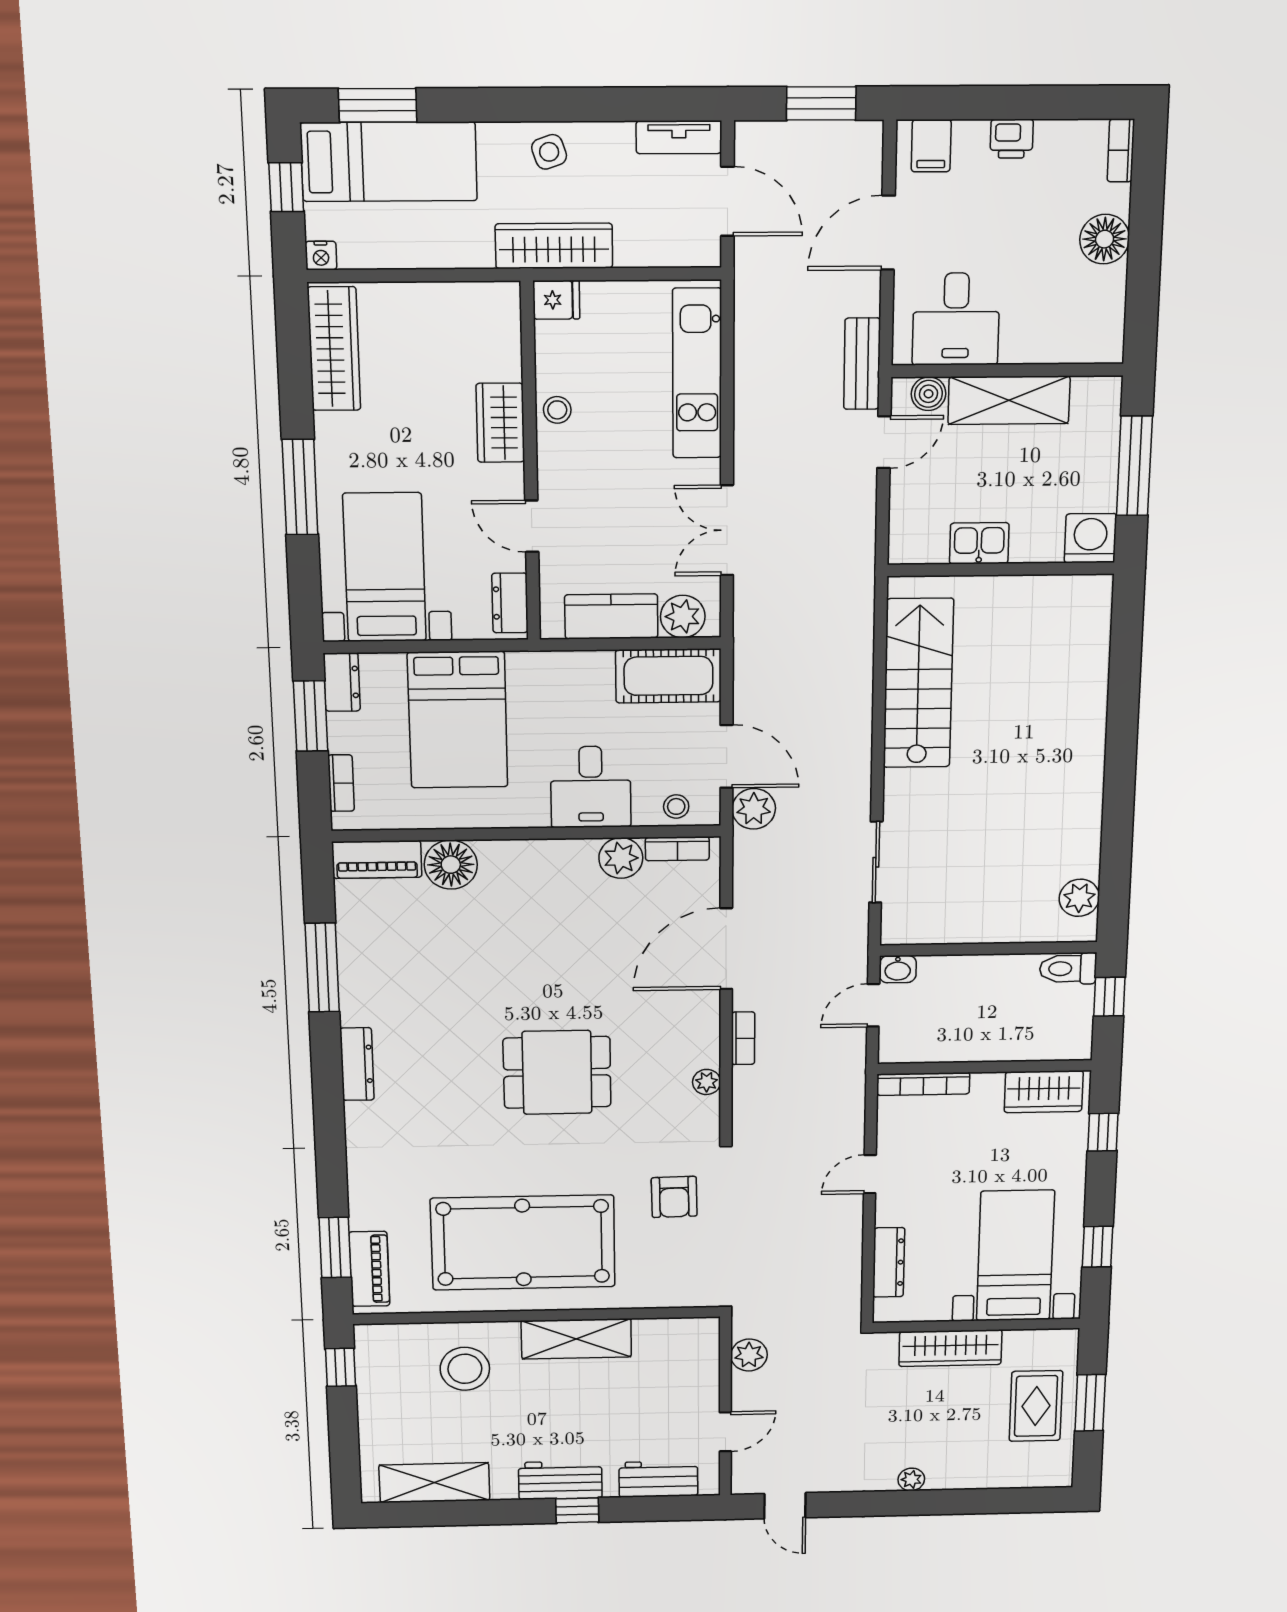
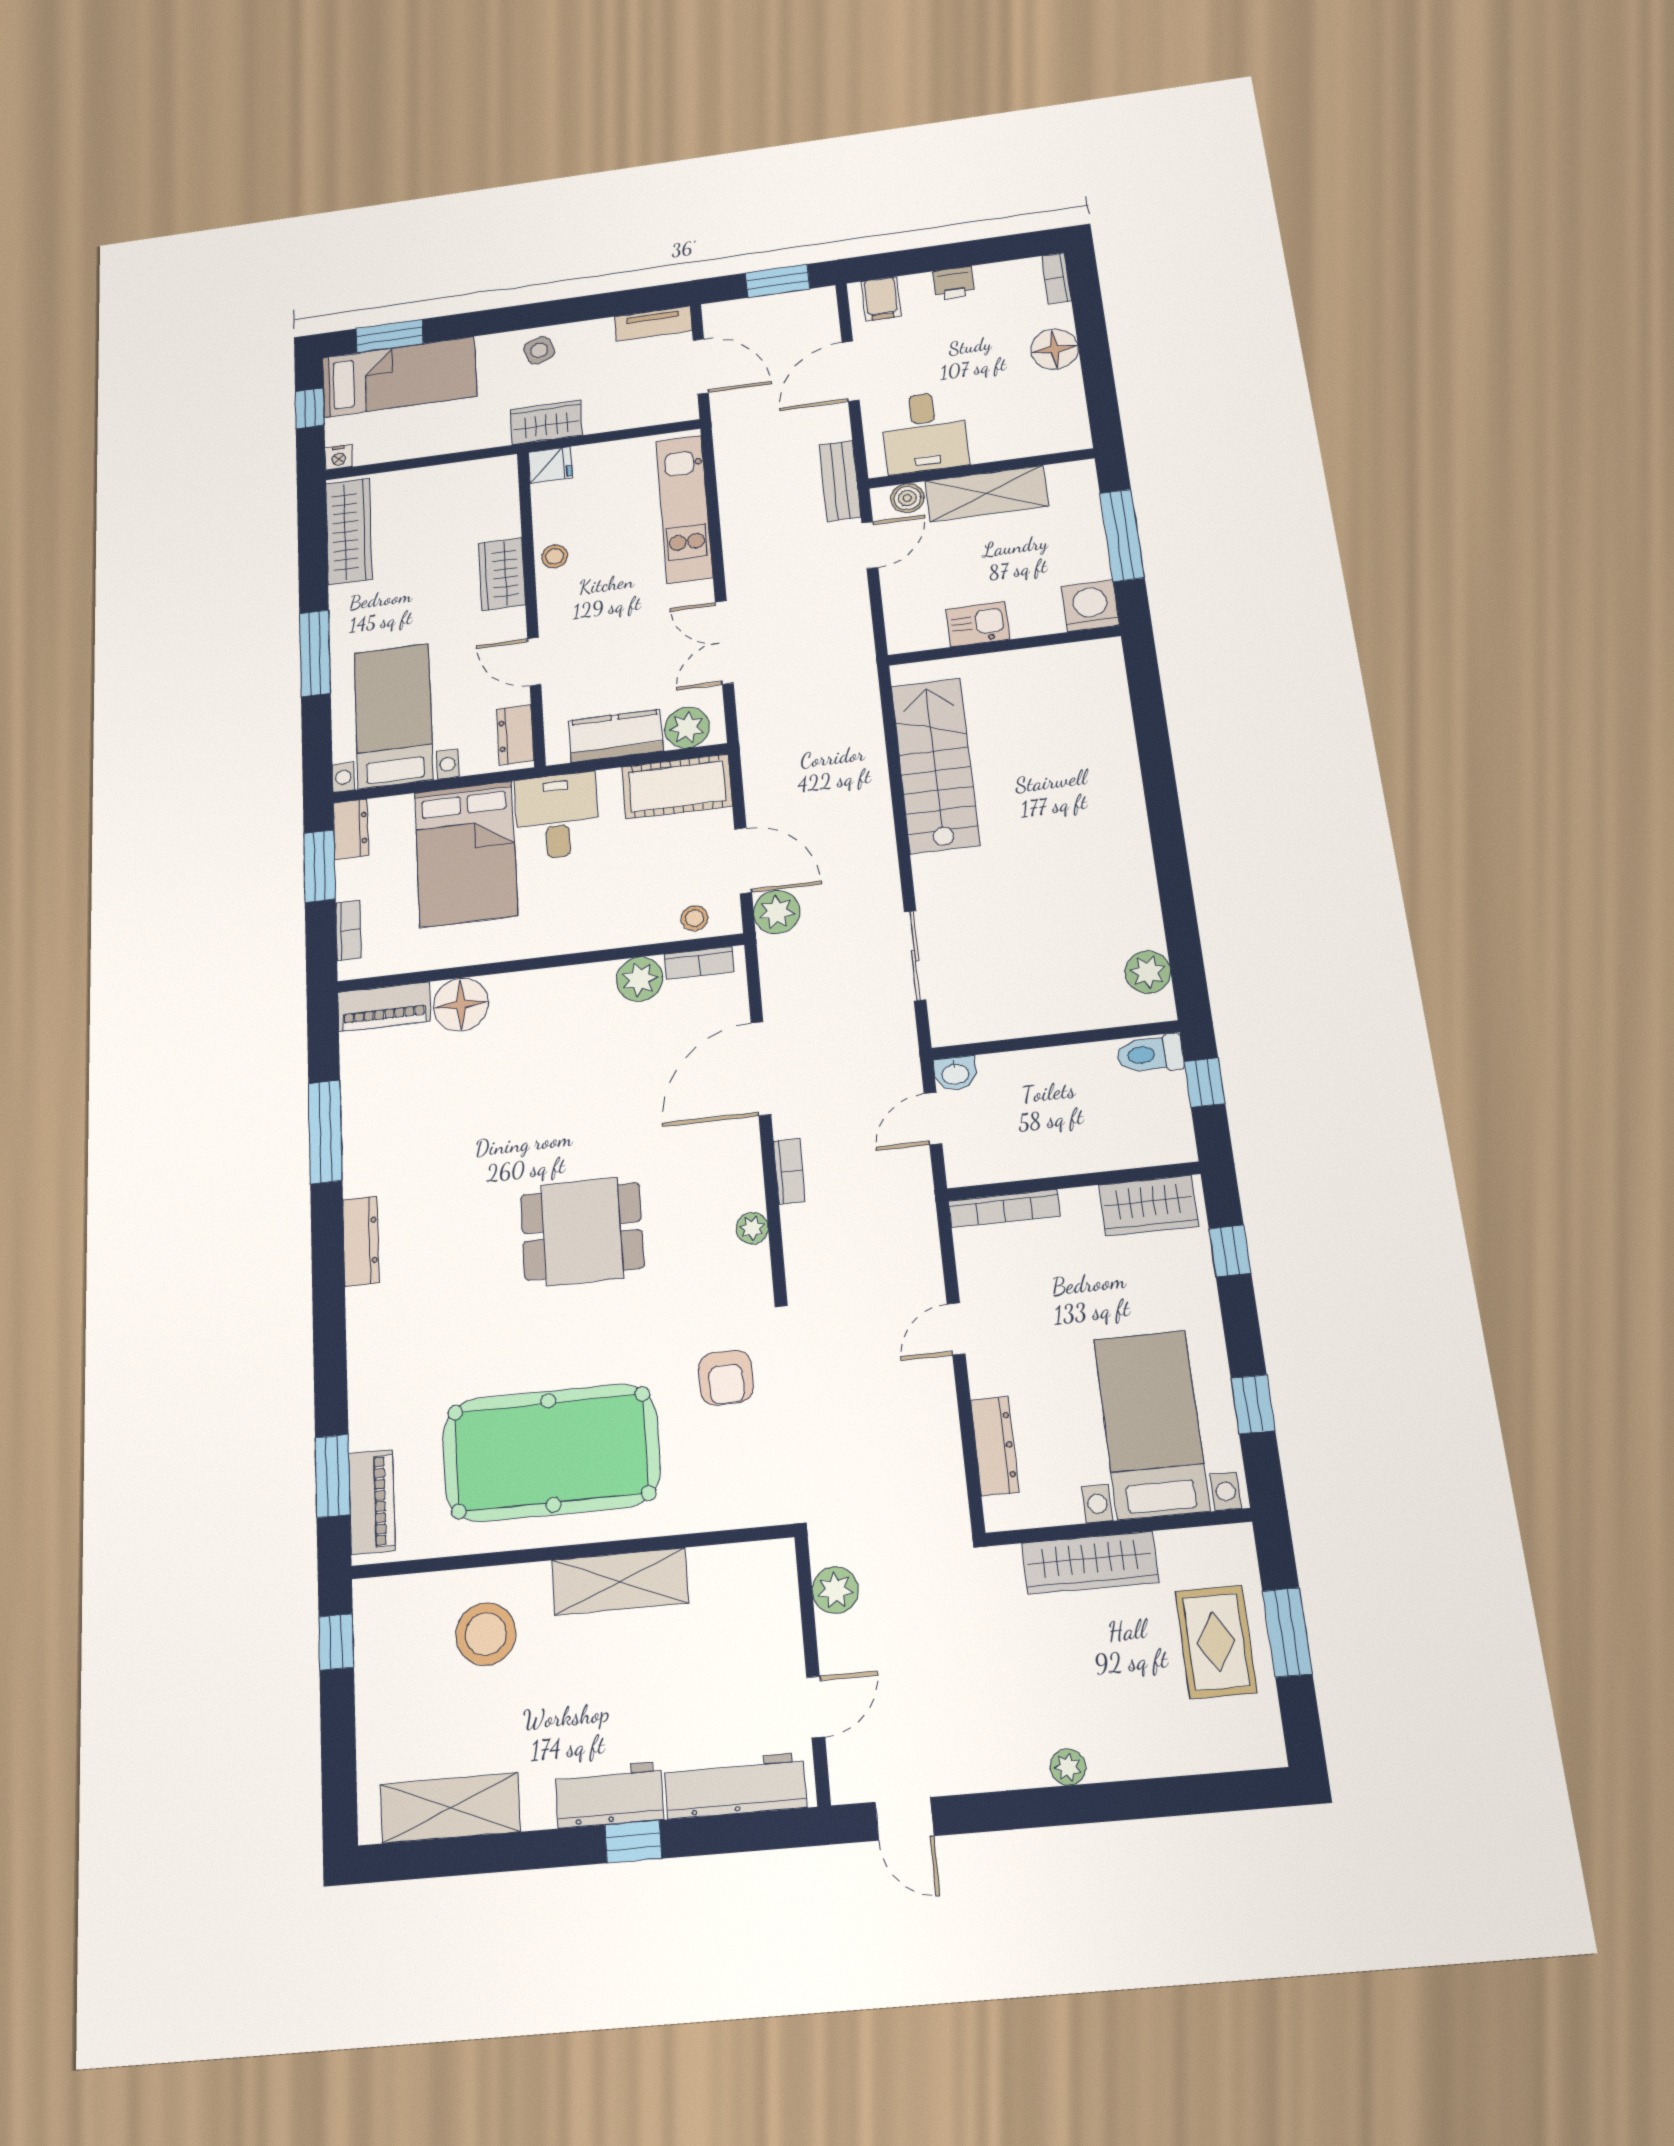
wardrobe: (554, 246) -> (546, 422), width x0.67
desk: (591, 787) -> (557, 816), moved, turned 180
workbench: (658, 1479) -> (735, 1786), width x1.38

